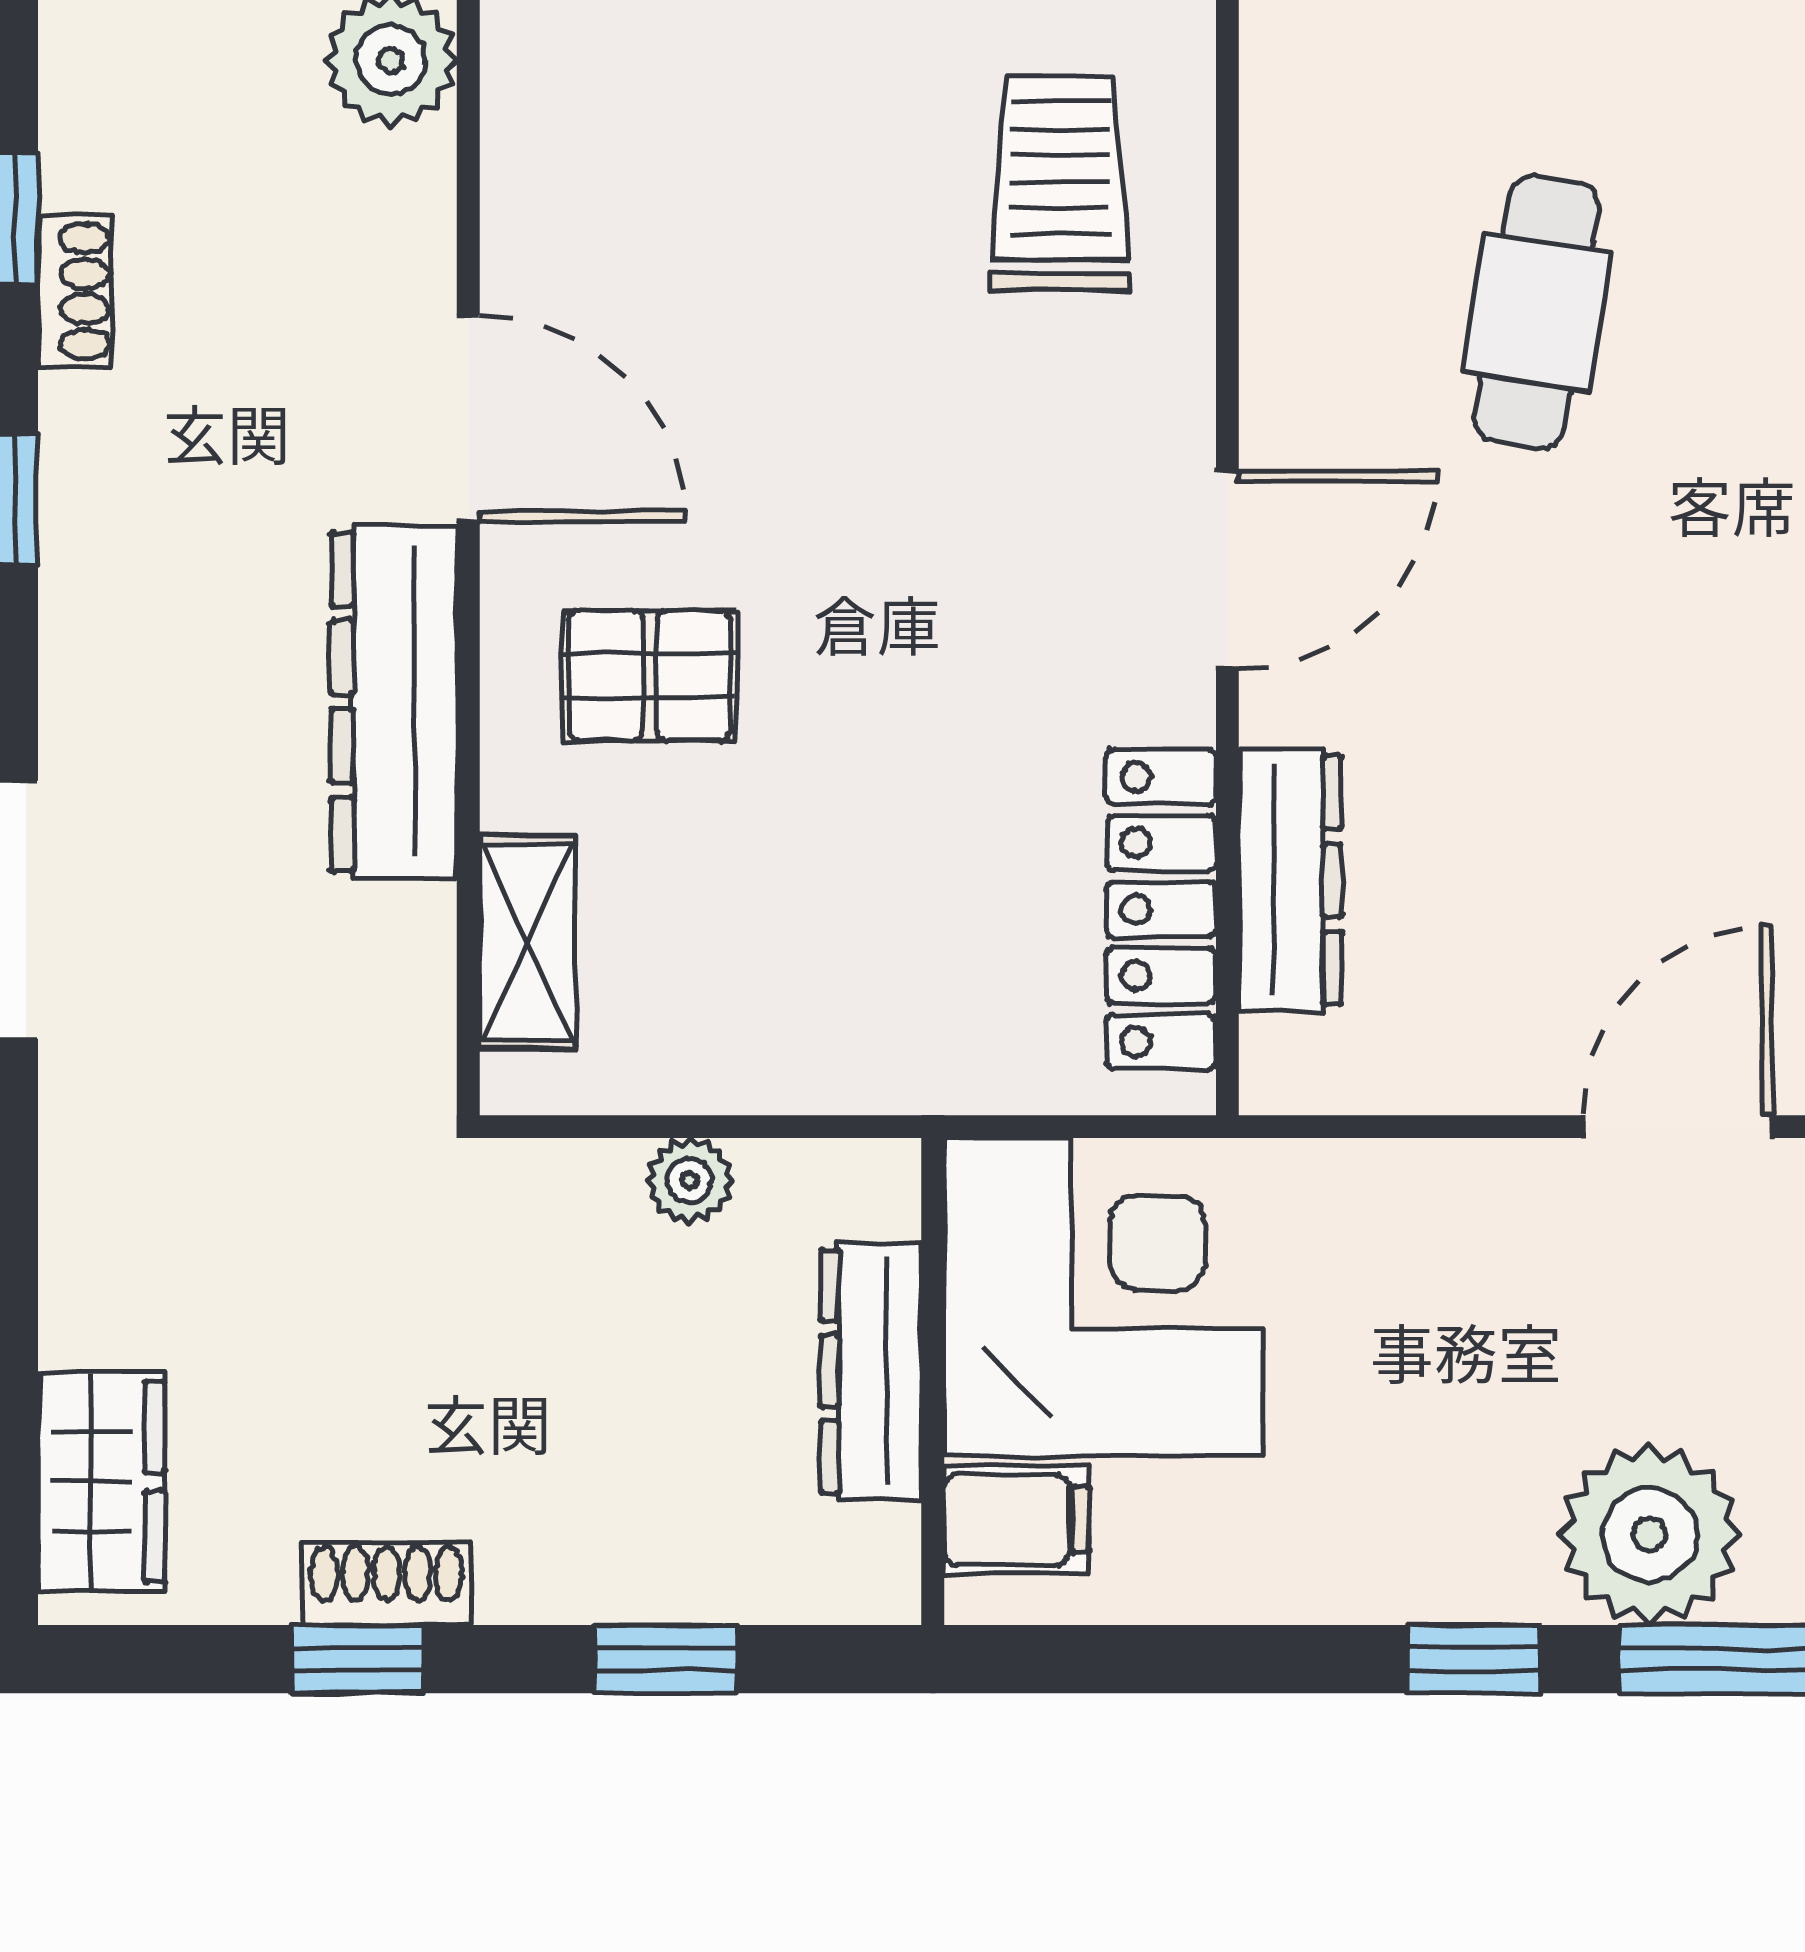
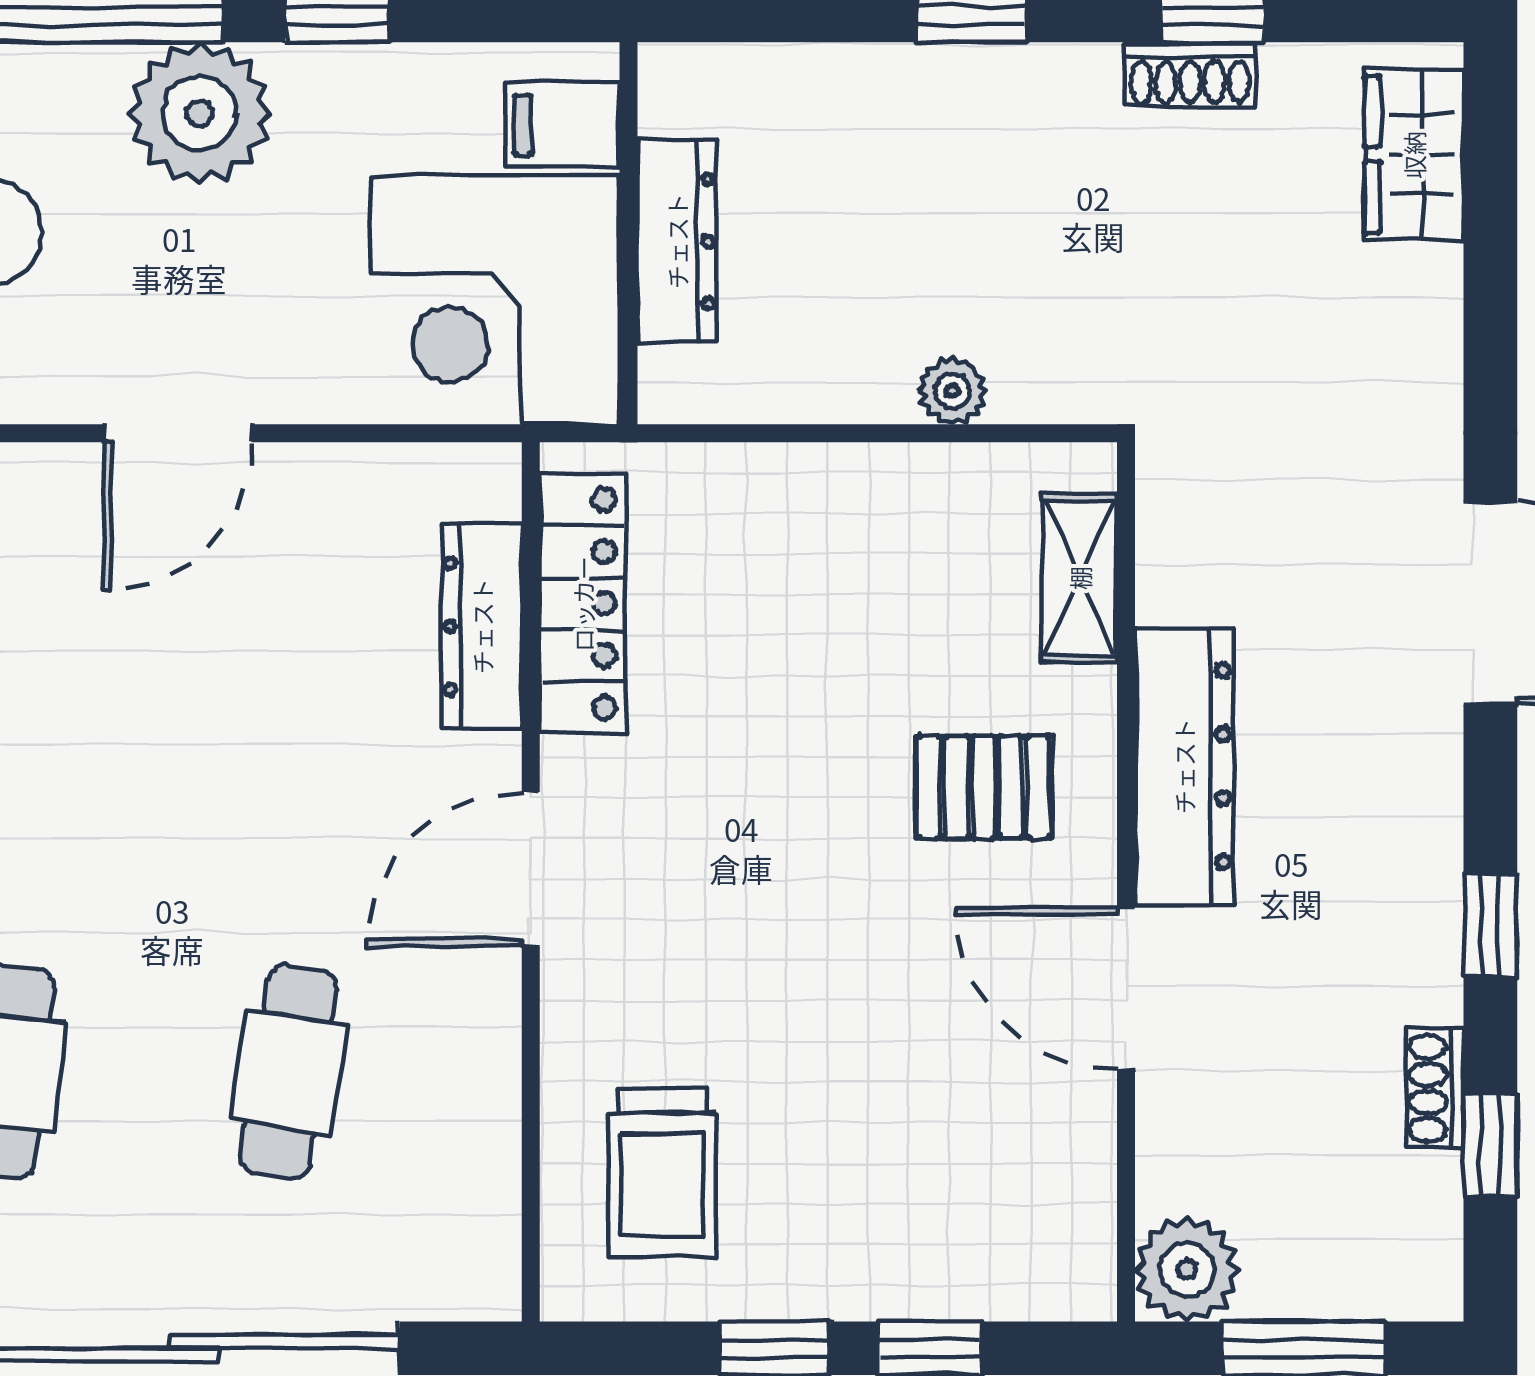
corner desk: (1103, 1297) -> (495, 299), moved
dresser: (871, 1371) -> (677, 241), moved
wall: (933, 1382) -> (629, 233), moved
filing cabinet: (1017, 1520) -> (563, 125), moved

